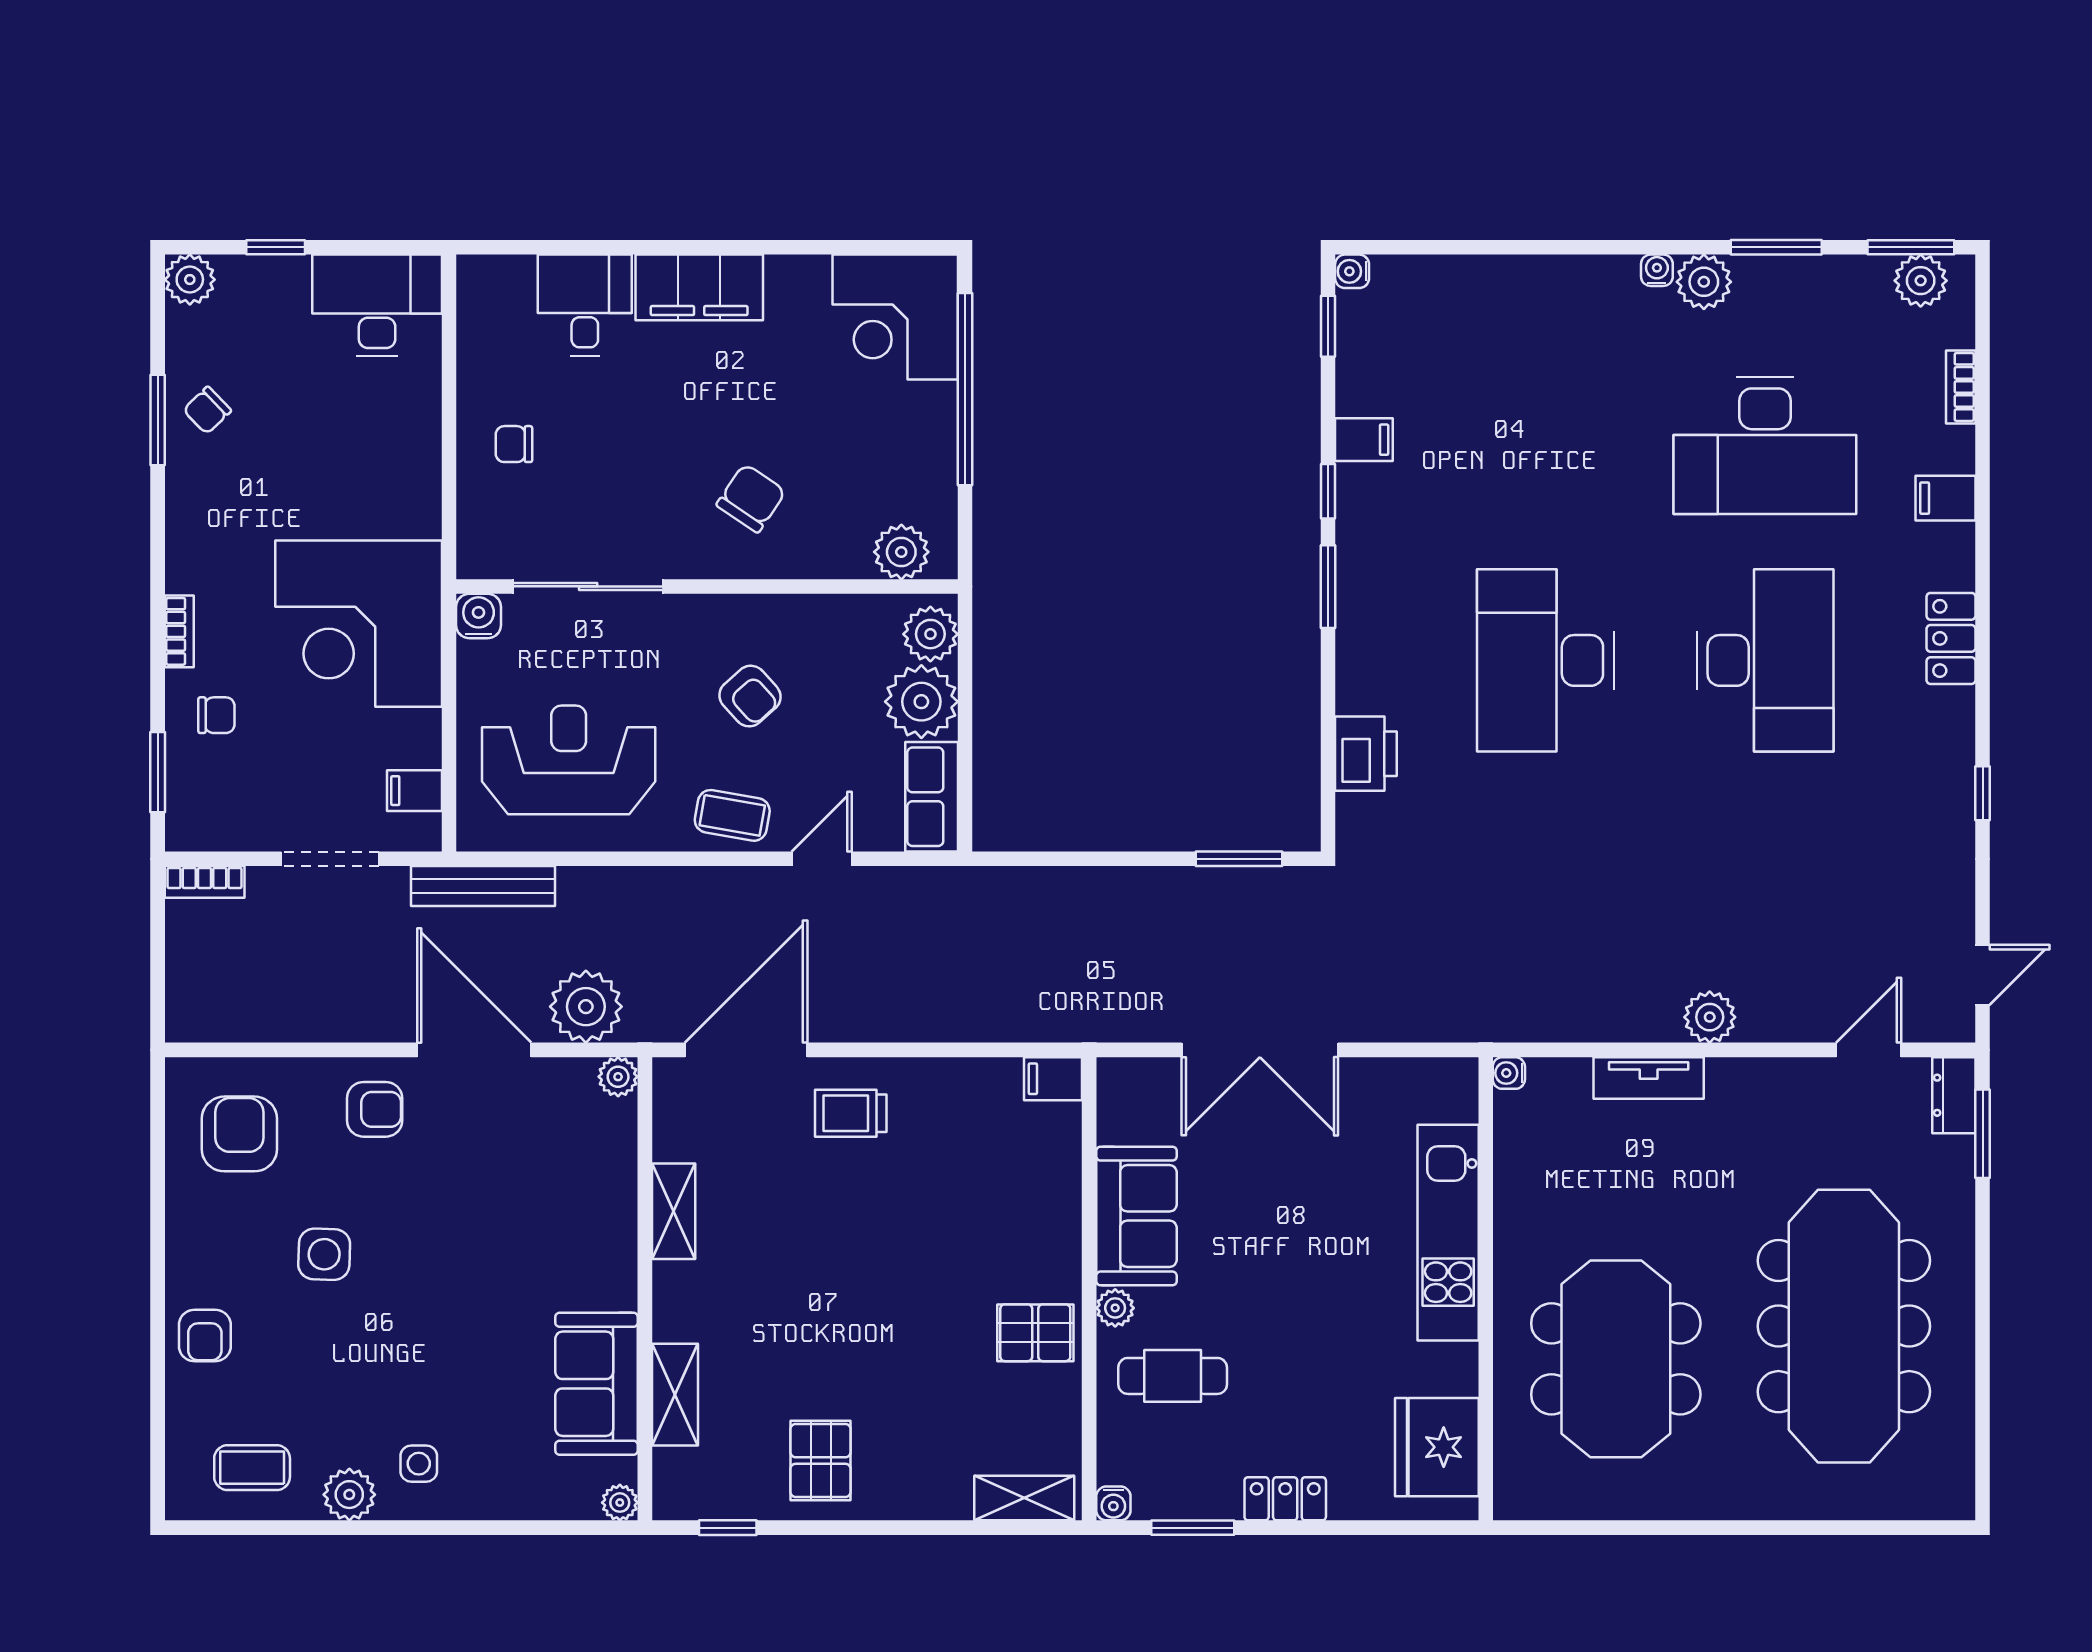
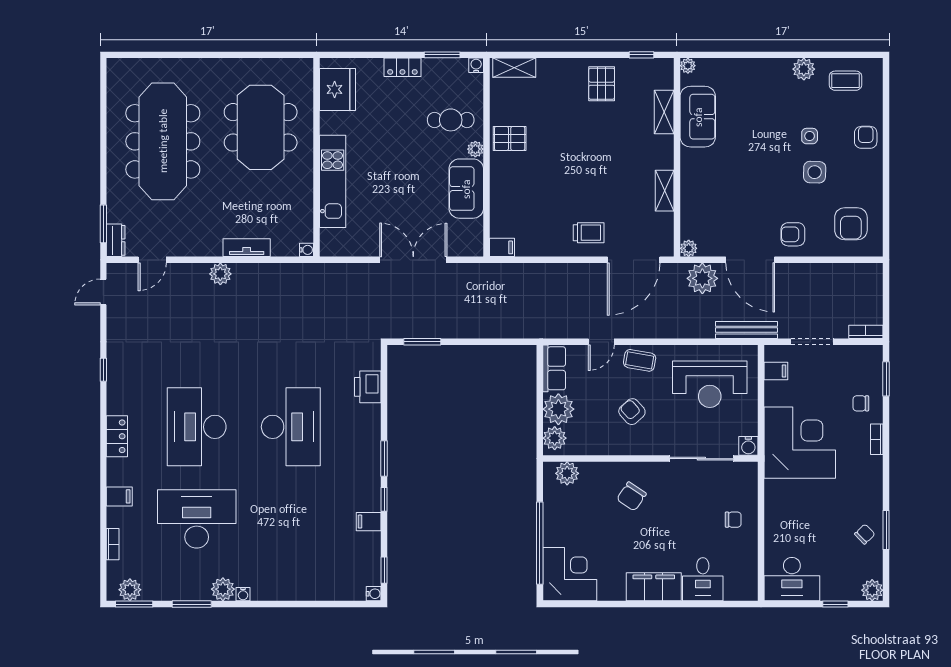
side table: (419, 1464) -> (810, 136), moved

